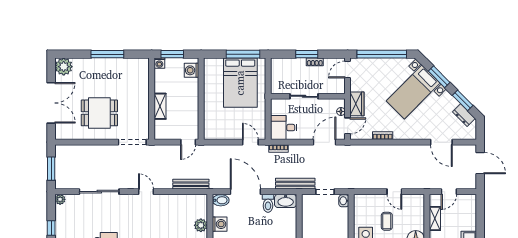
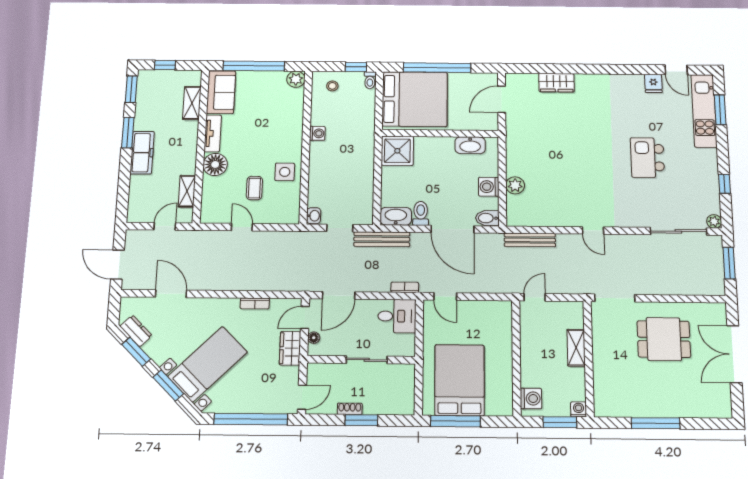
plant: (64, 67) -> (719, 406), removed
sliding door: (99, 192) -> (678, 231), moved

